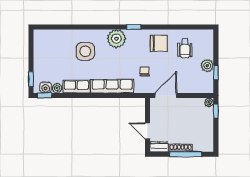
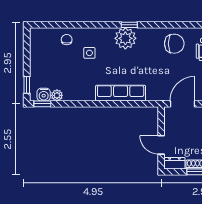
window: (134, 27) -> (129, 25), moved
side table: (85, 51) -> (89, 53), width x0.54, depth x0.54
chair: (145, 71) -> (67, 40), moved
row of seats: (76, 87) -> (79, 94), removed

